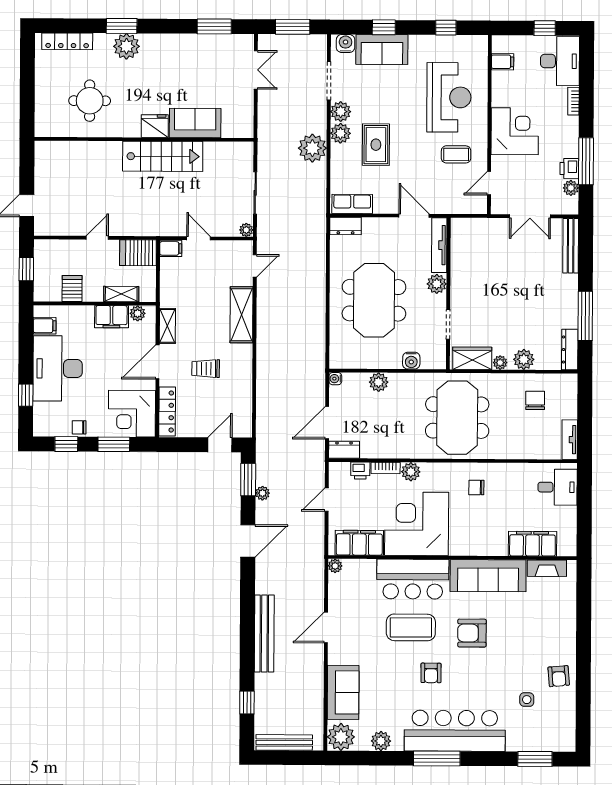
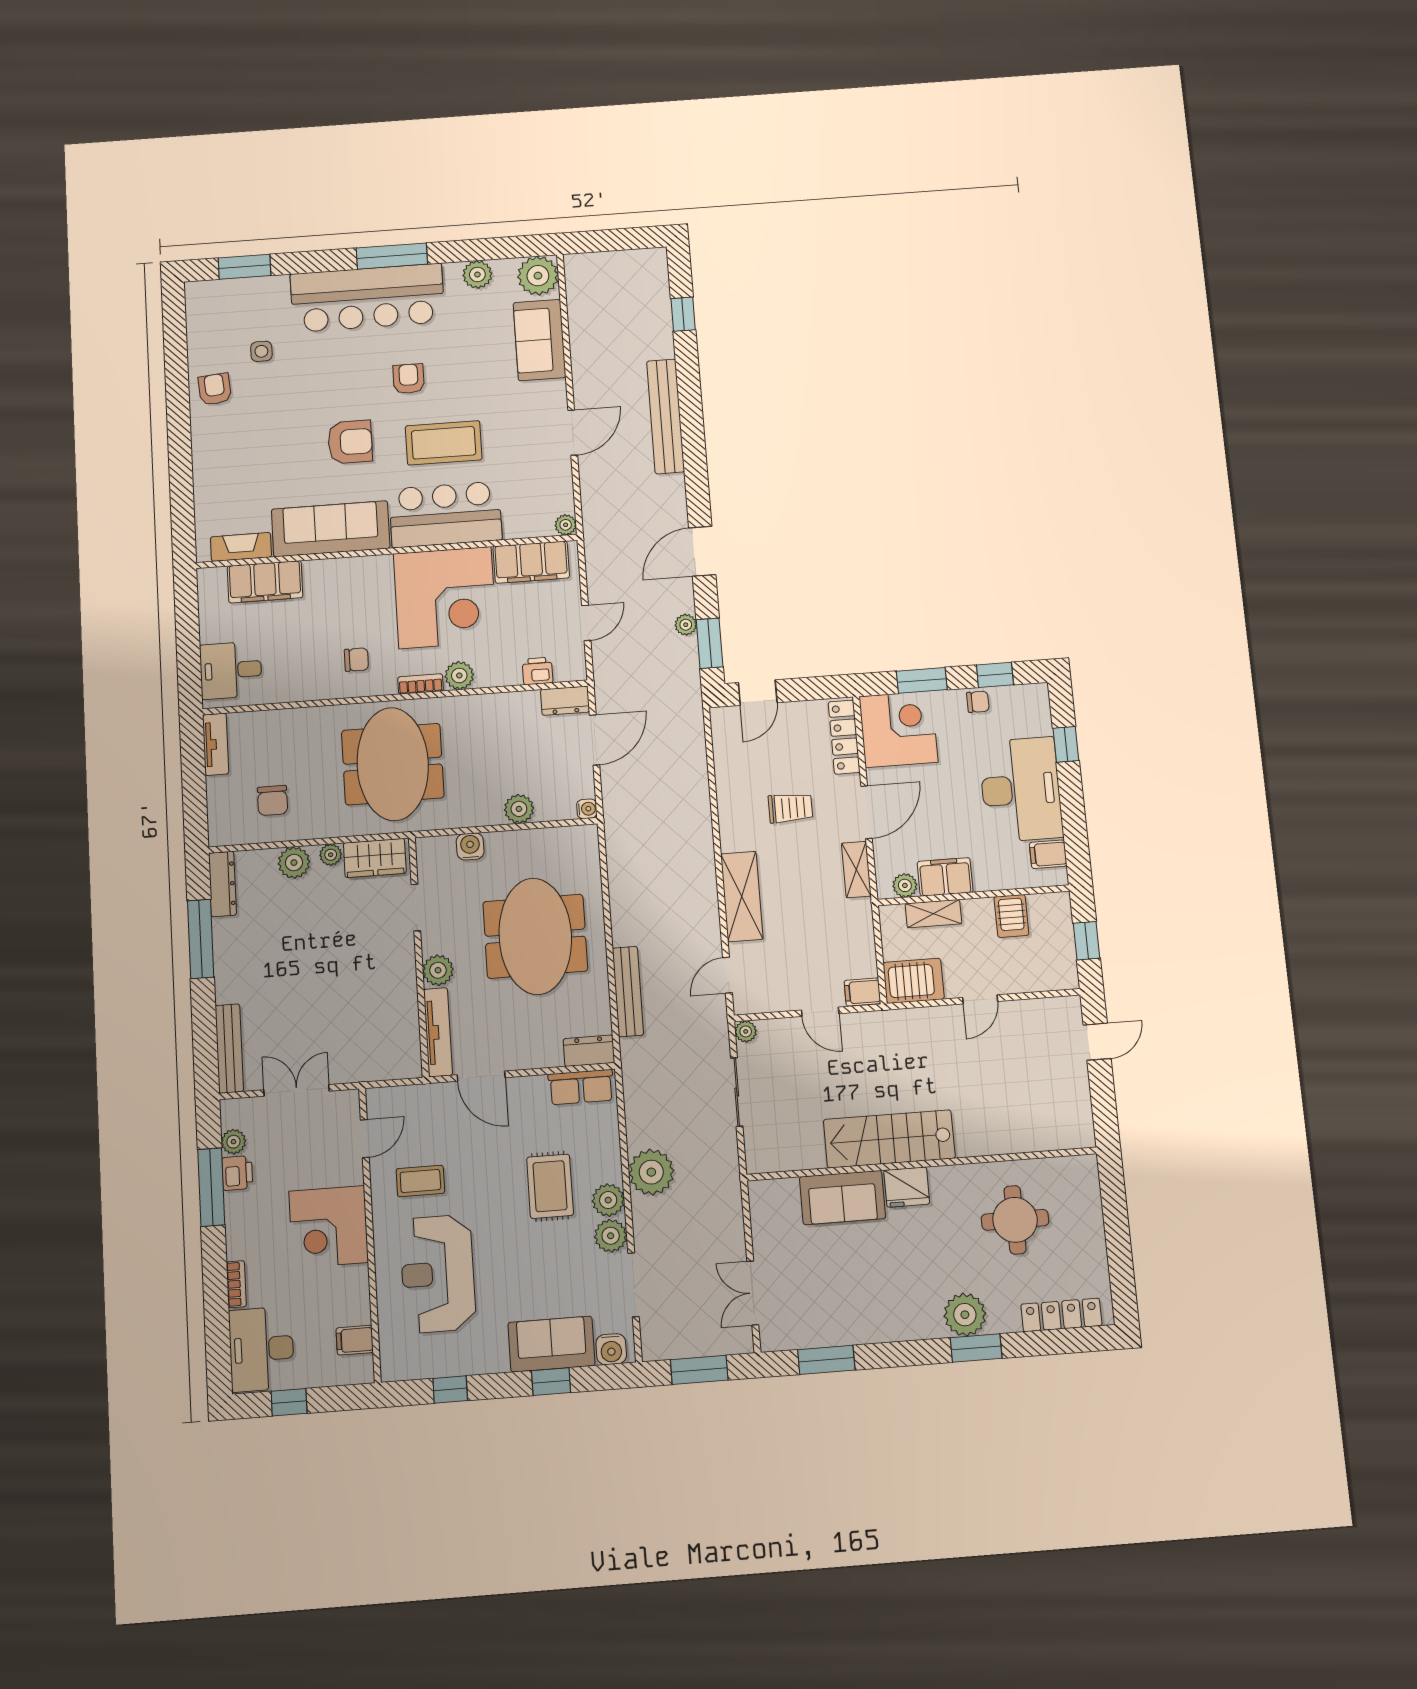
bookcase: (386, 468) -> (421, 684), moved
bench: (284, 742) -> (628, 992), moved, turned 90

